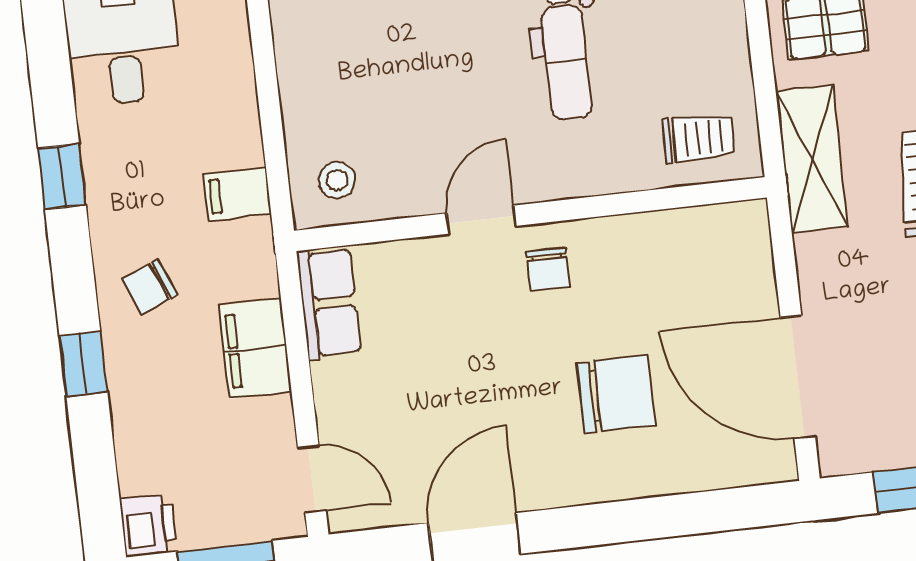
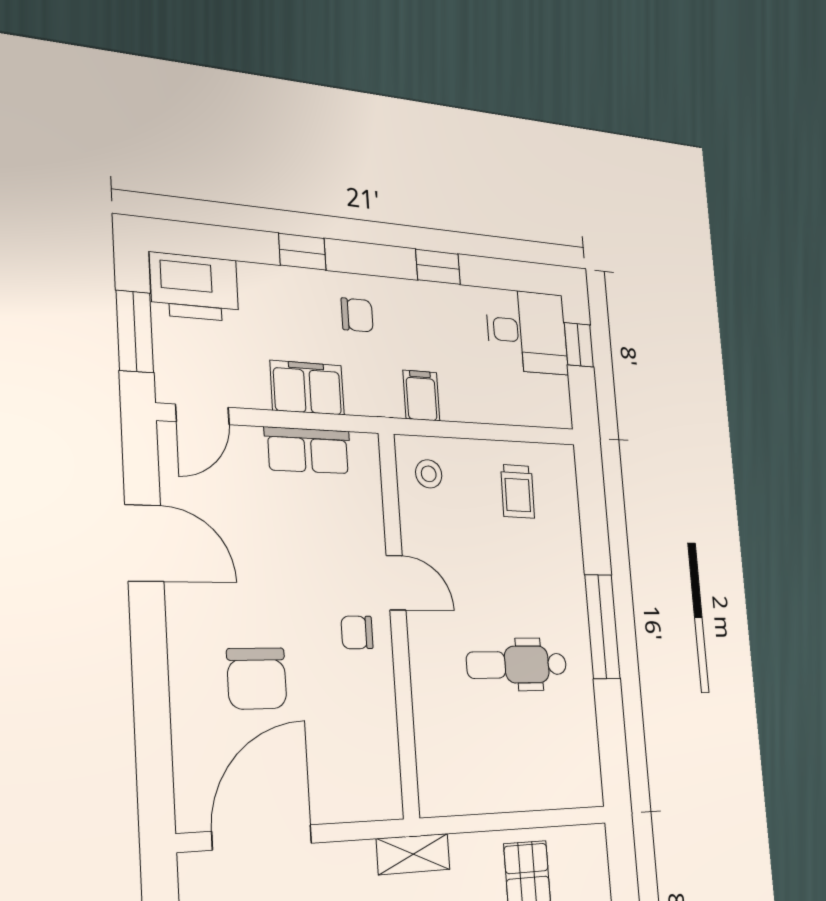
trolley: (699, 138) -> (518, 491), moved
shelving: (812, 159) -> (413, 854), width x0.67, depth x0.75
chair: (150, 287) -> (357, 315), turned 112
row of seats: (329, 303) -> (308, 450), moved
printer: (148, 525) -> (194, 287), width x1.87, depth x1.48

